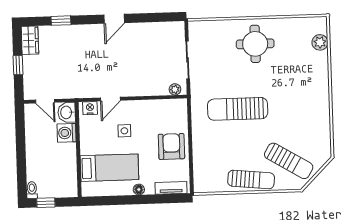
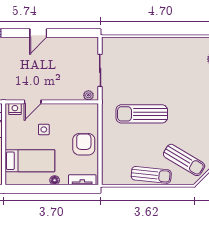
round table: (255, 44) -> (159, 59), removed

